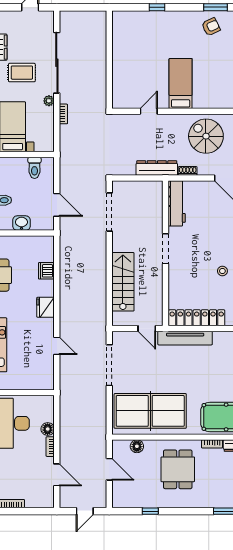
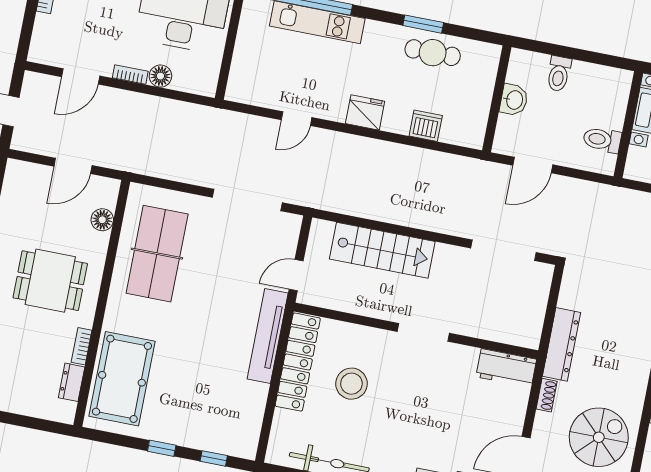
workbench: (177, 203) -> (506, 368), width x0.73
stool: (222, 271) -> (351, 384), moved, width x1.89, depth x1.89
table tennis table: (150, 411) -> (157, 254), width x0.73, depth x0.76

